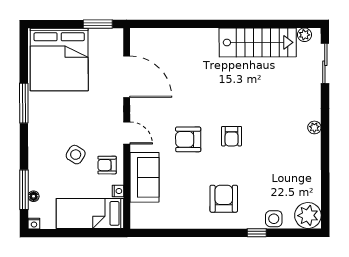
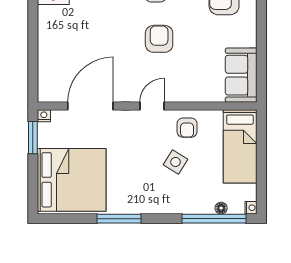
armchair: (188, 139) -> (159, 39), turned 180
sofa: (145, 177) -> (241, 75), moved, turned -90
window: (24, 190) -> (214, 219), width x1.46
nightstand: (118, 191) -> (44, 116), moved

